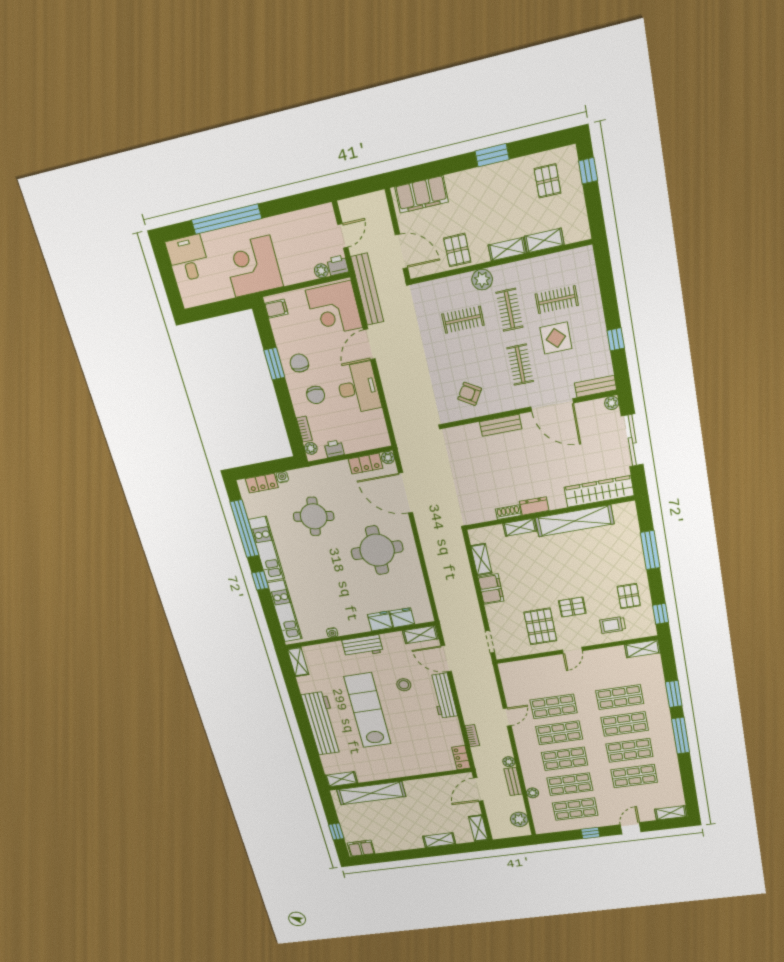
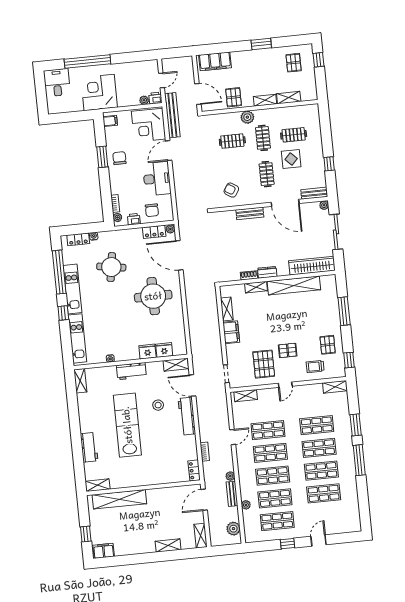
chair: (316, 395) -> (152, 210), moved
workbench: (322, 723) -> (89, 447), width x0.53, depth x0.76
shelving: (671, 813) -> (246, 396), moved

